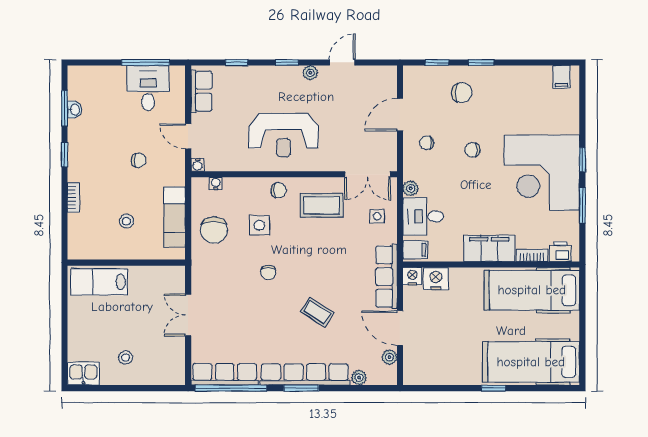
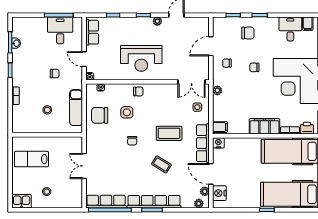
coffee table: (322, 205) -> (169, 133), moved
desk: (423, 217) -> (290, 29), moved, turned 90
chair: (214, 230) -> (100, 115), turned 90
nightstand: (436, 279) -> (219, 193), moved, turned -90
lab bench: (99, 282) -> (31, 159), moved
plant: (359, 378) -> (199, 204), moved

